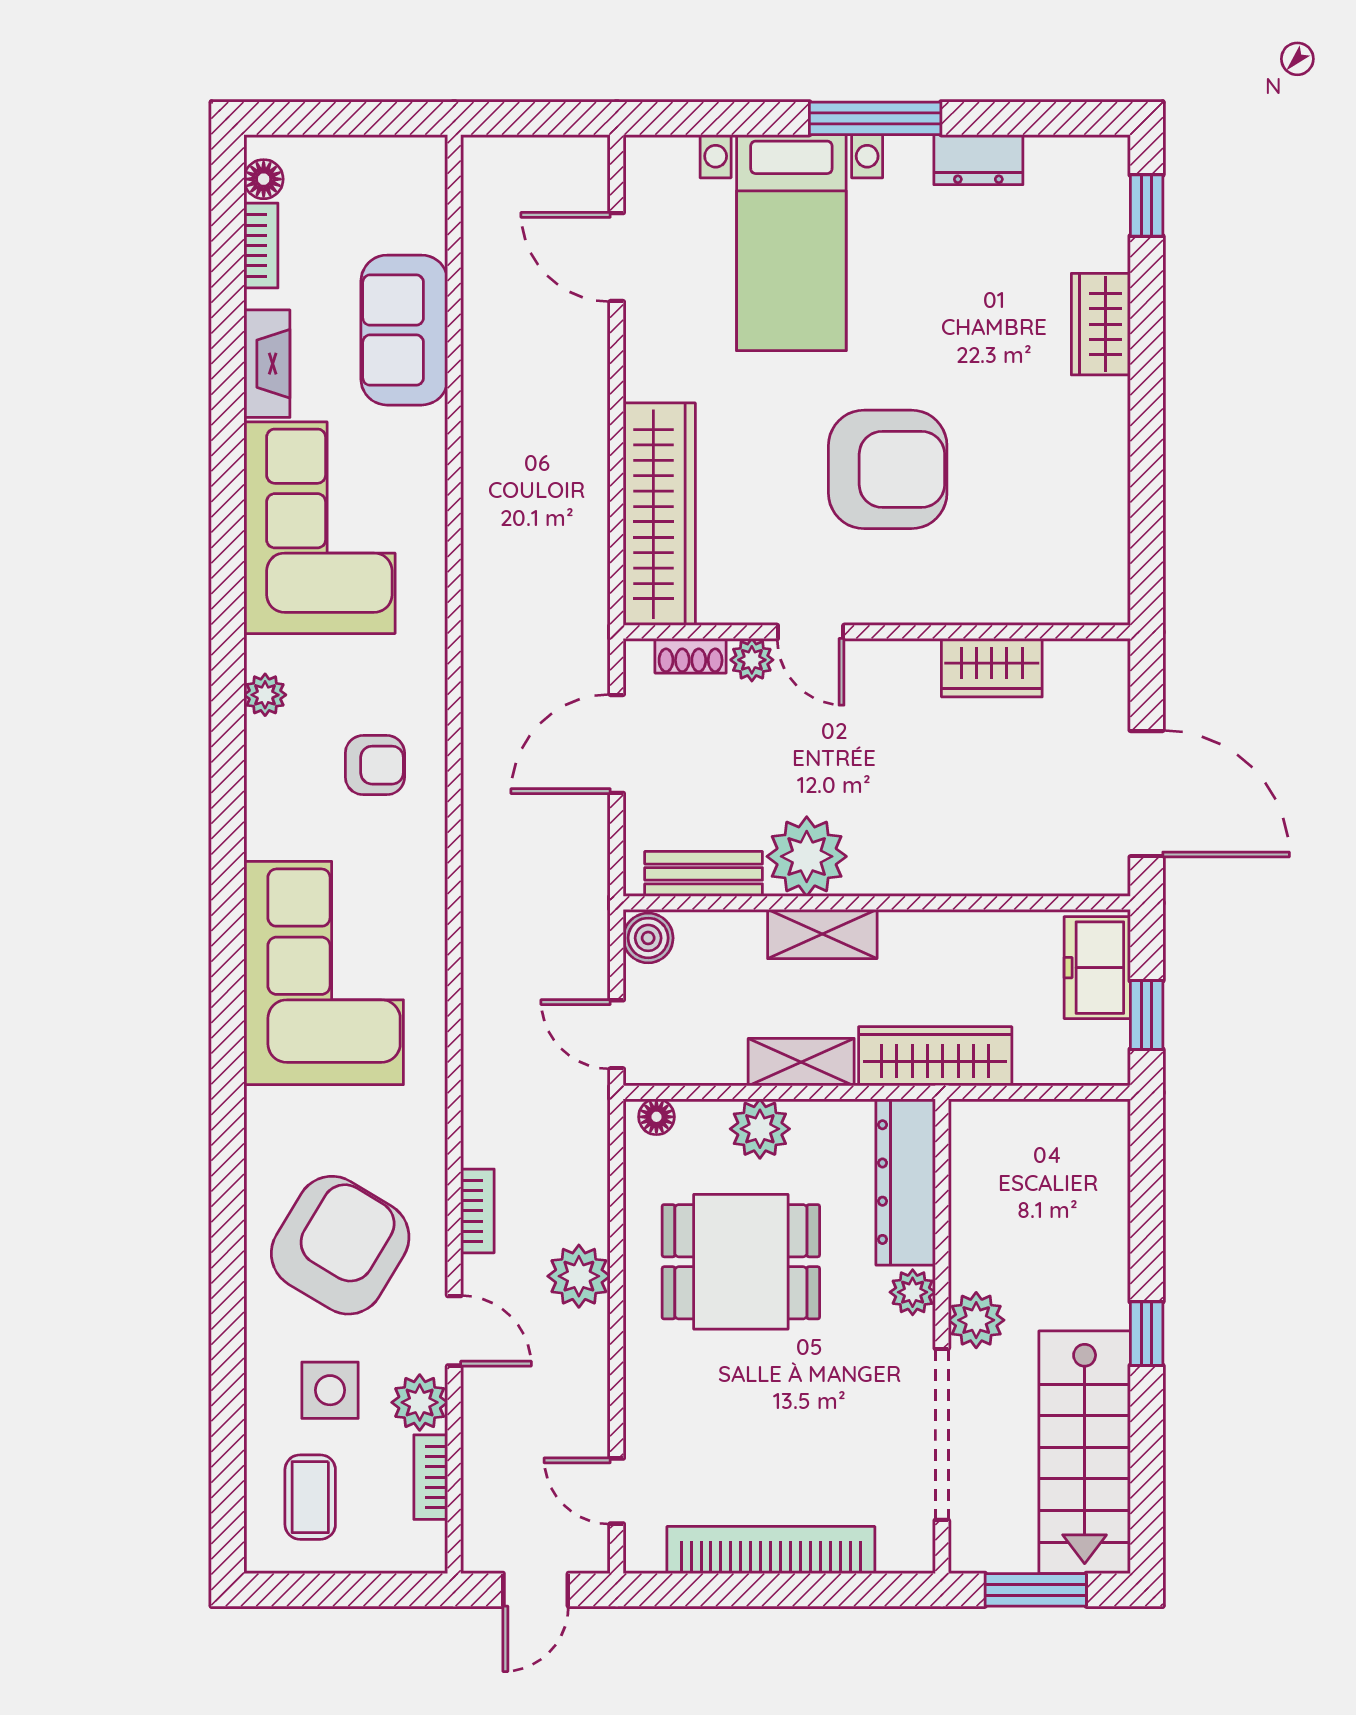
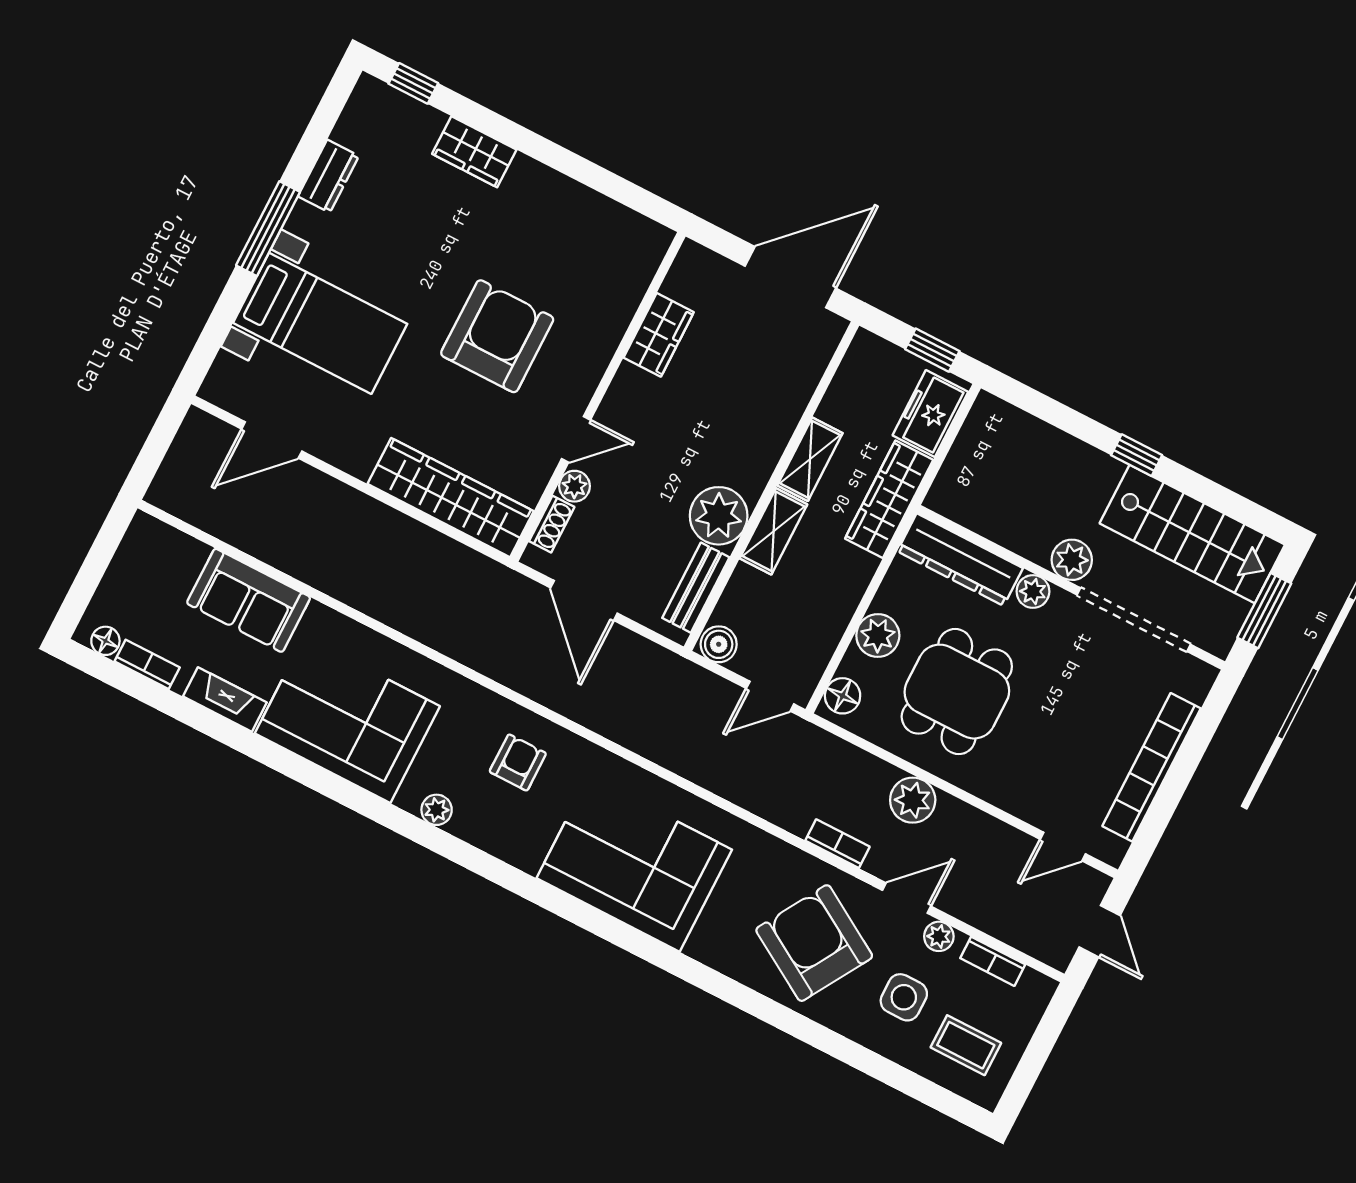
freezer: (1097, 968) -> (930, 414), moved, turned 90
shelving: (801, 1062) -> (810, 459), moved
floor lamp: (656, 1117) -> (843, 696), width x1.37, depth x1.37
plant: (420, 1402) -> (939, 936), width x0.73, depth x0.73

